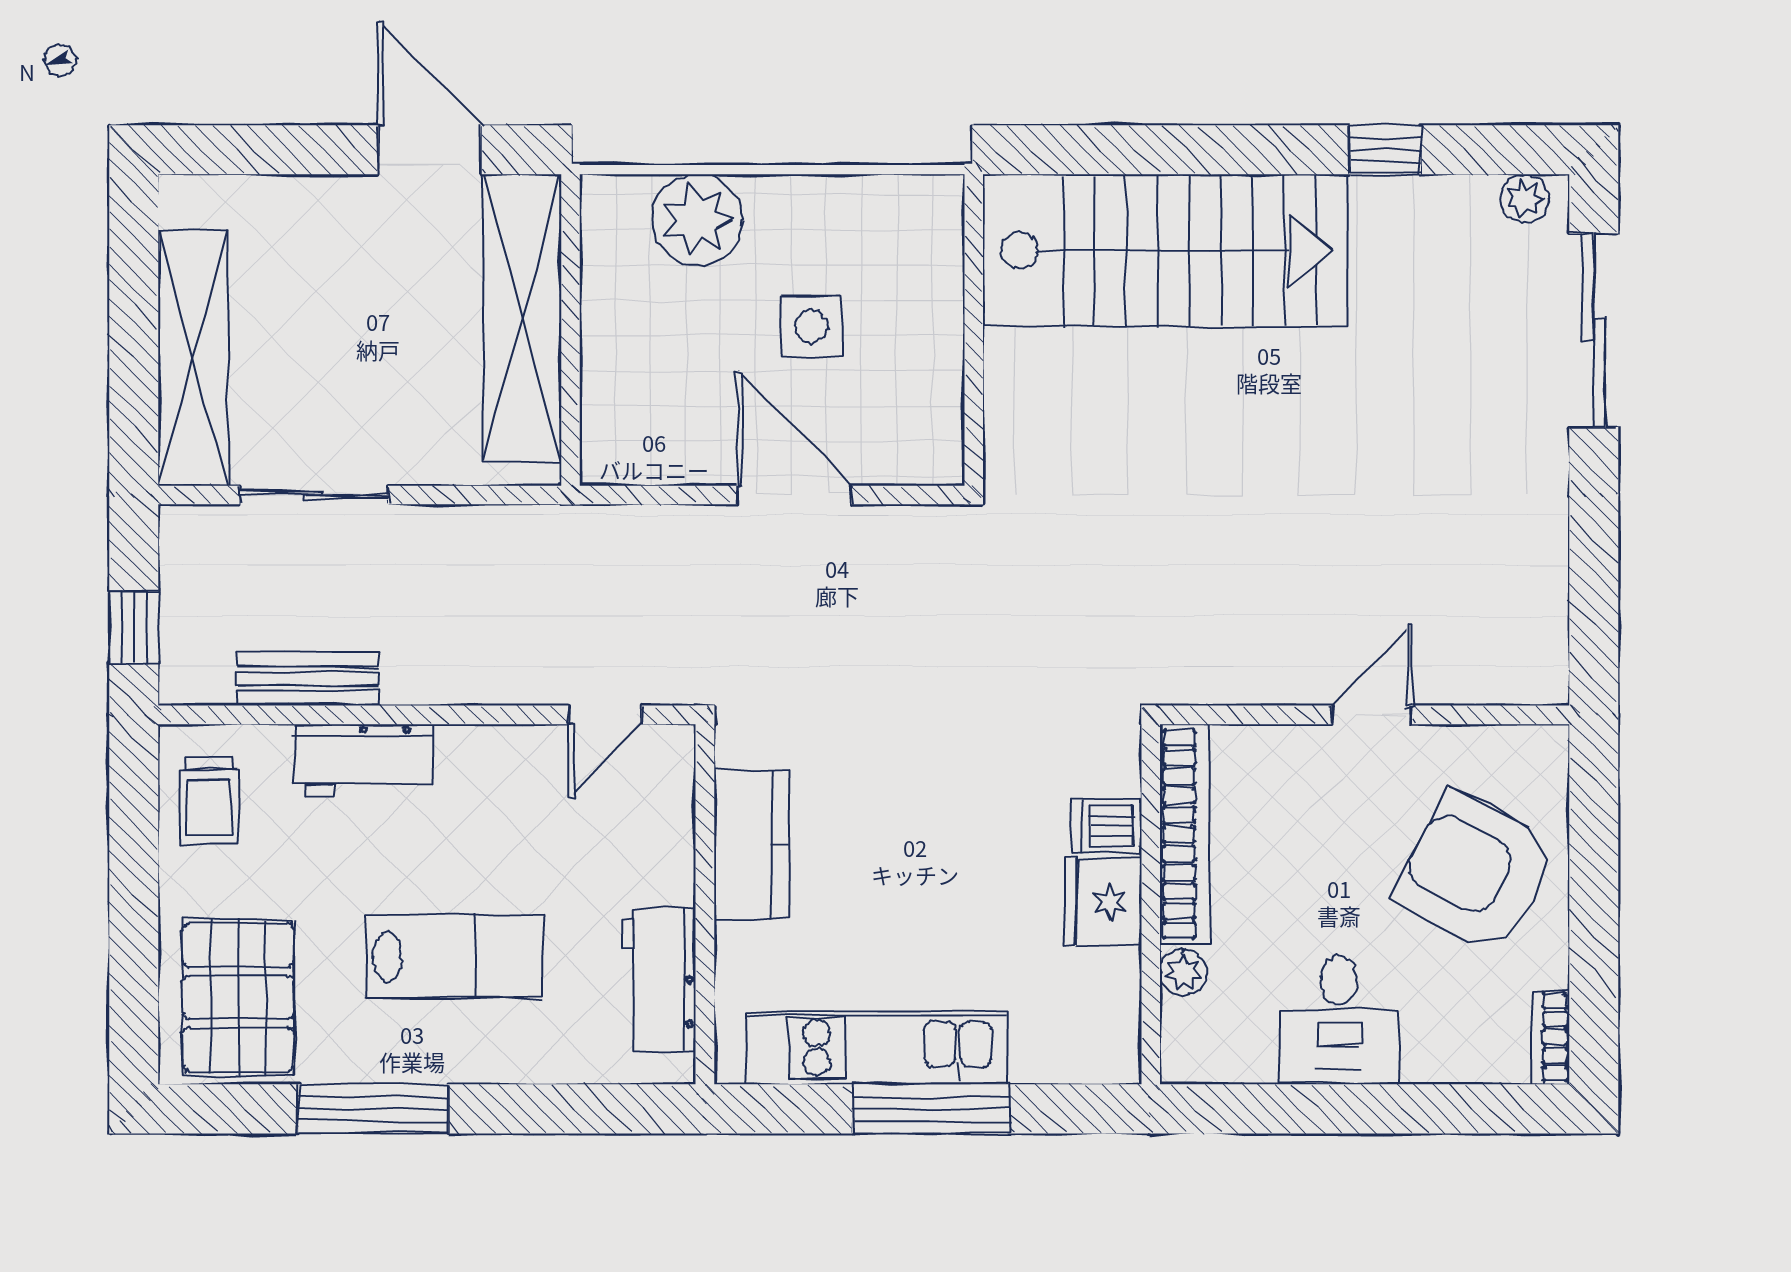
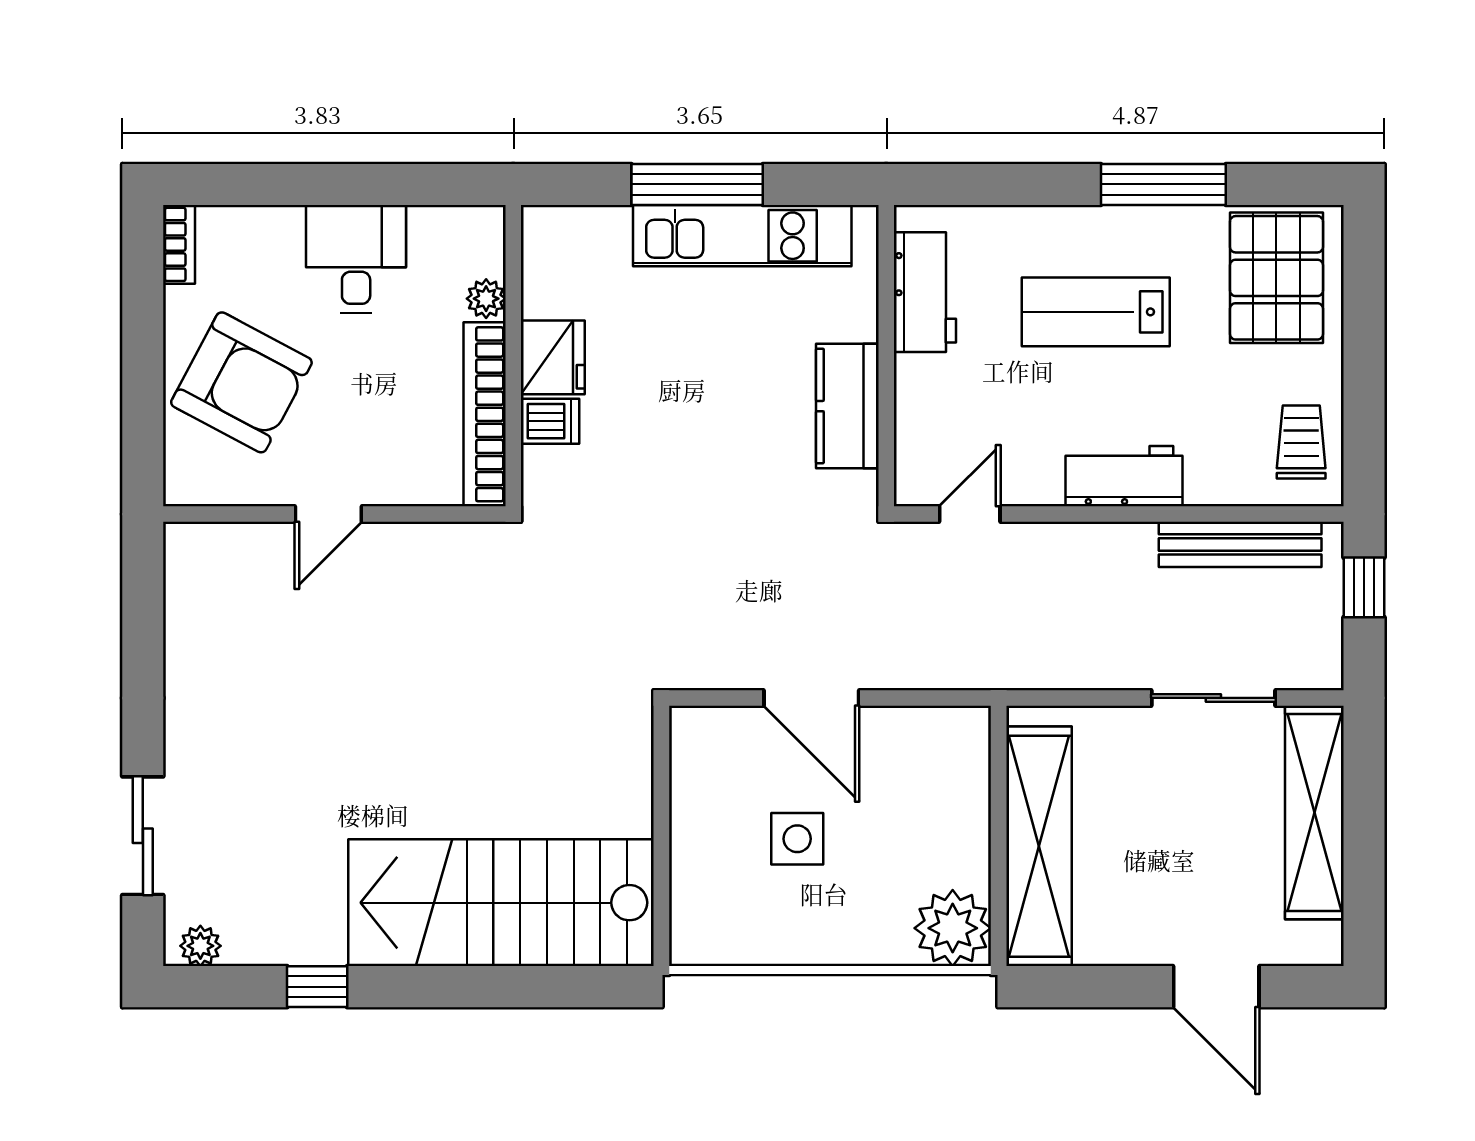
door: (430, 150) -> (1216, 987), moved
plant: (697, 220) -> (953, 928), moved
sliding door: (1594, 330) -> (143, 836), width x0.73
bench: (308, 679) -> (1240, 544), width x1.36
workbench: (364, 760) -> (1124, 476), moved

